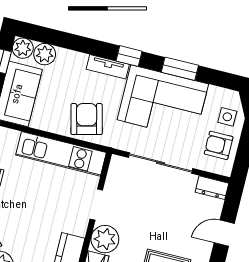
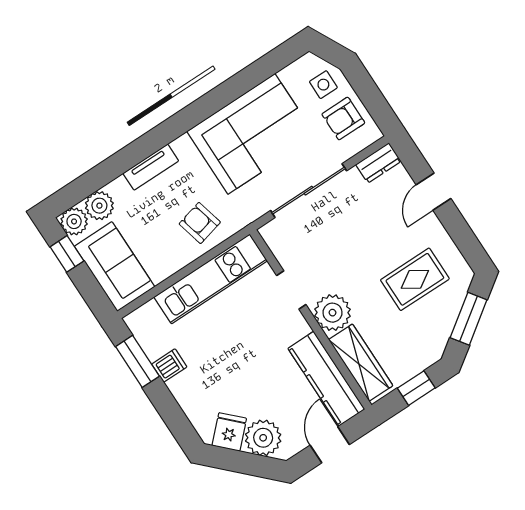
window: (129, 56) -> (177, 126), removed
tv unit: (108, 67) -> (151, 167), moved
window: (180, 69) -> (234, 88), removed
armchair: (87, 119) -> (200, 223), width x0.72, depth x0.72

